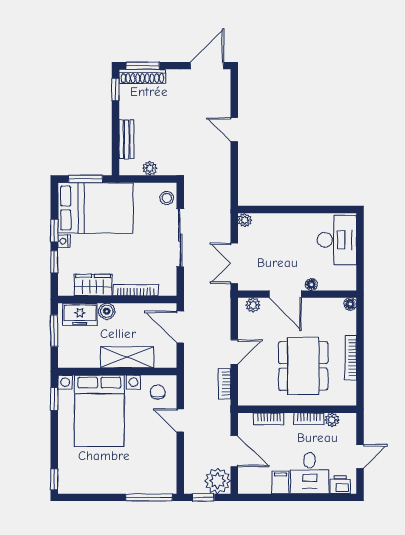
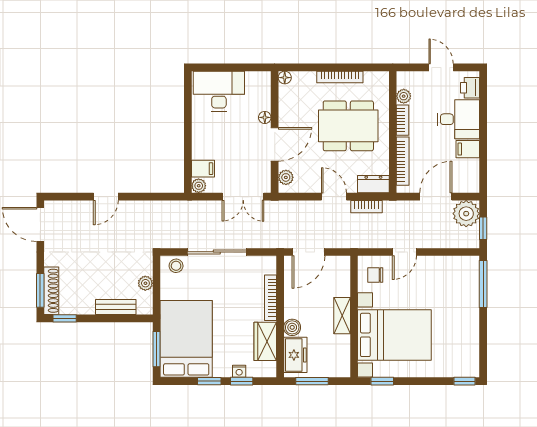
filing cabinet: (261, 224) -> (203, 169), added
nightstand: (64, 241) -> (239, 371), moved
shelving: (127, 357) -> (342, 316), width x0.67, depth x0.75
dresser: (246, 390) -> (373, 184), added
bookcase: (269, 419) -> (403, 161), width x1.56

